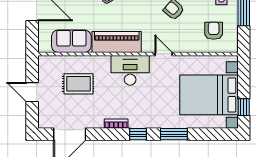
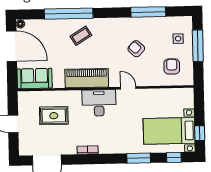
sofa: (71, 41) -> (35, 79), moved
bed with nightstands: (209, 95) -> (169, 131), width x0.73
window: (138, 134) -> (174, 157), moved

